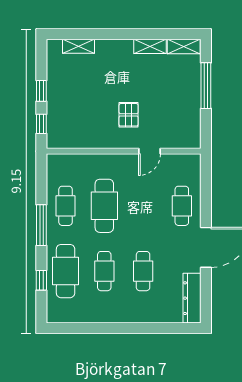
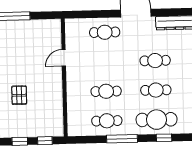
pallet: (129, 115) -> (19, 95), moved, turned 90
door: (150, 151) -> (64, 58), swing flipped
cafe table: (104, 206) -> (106, 91), width x0.73, depth x0.74

